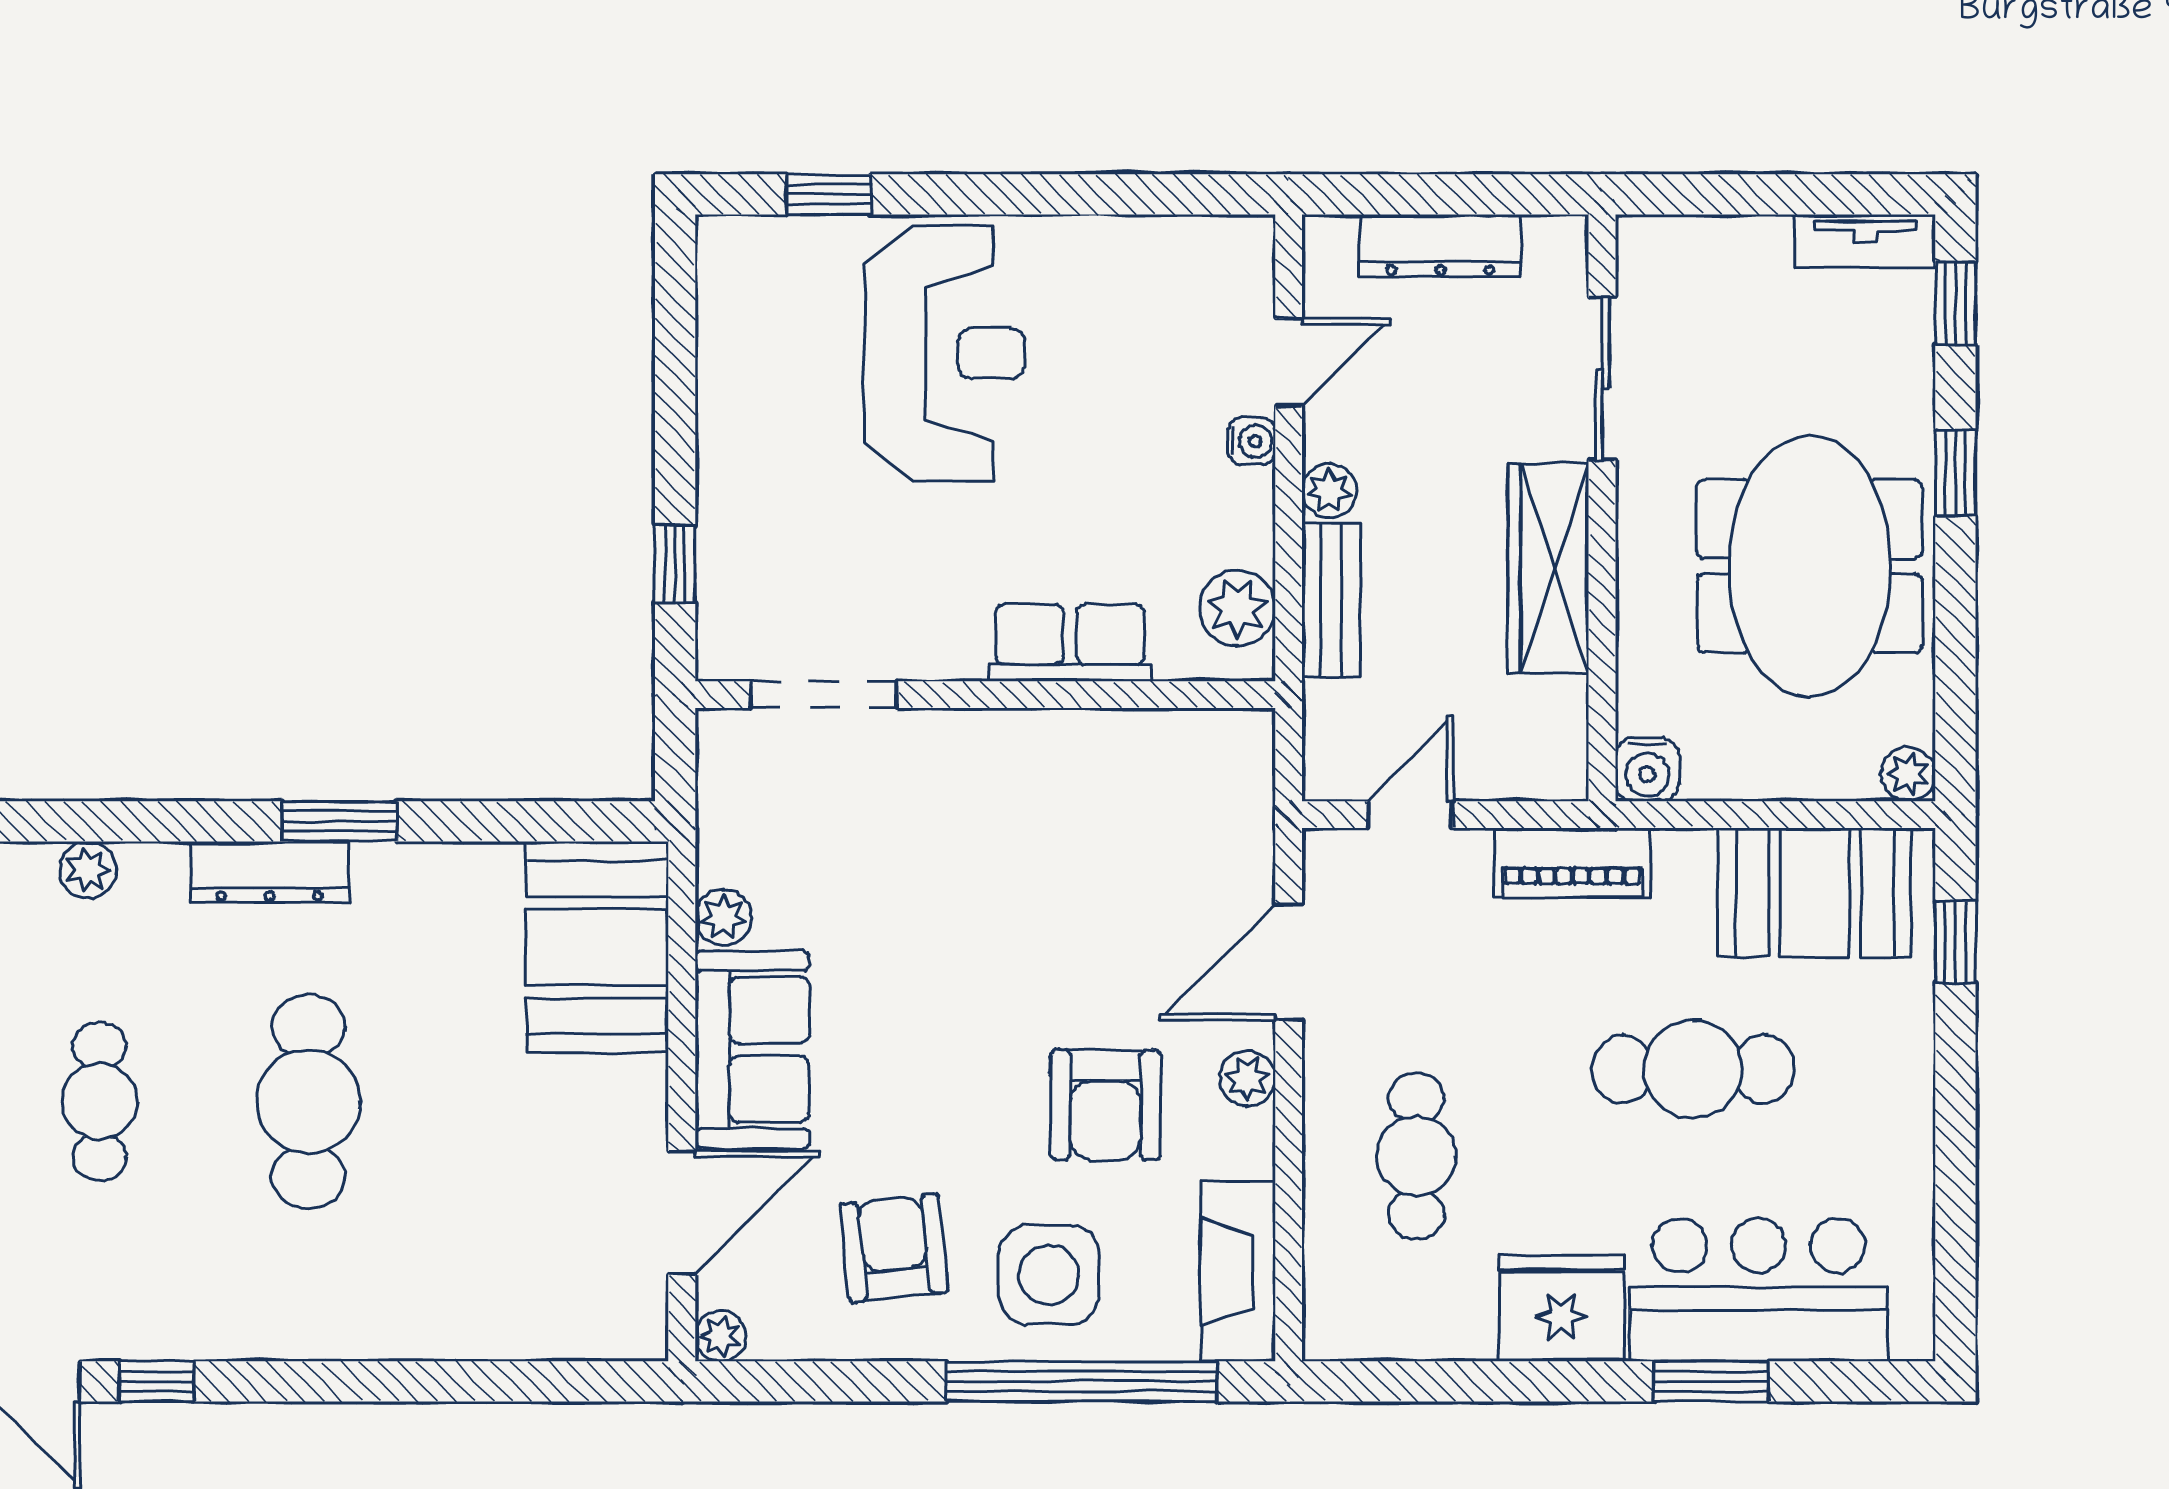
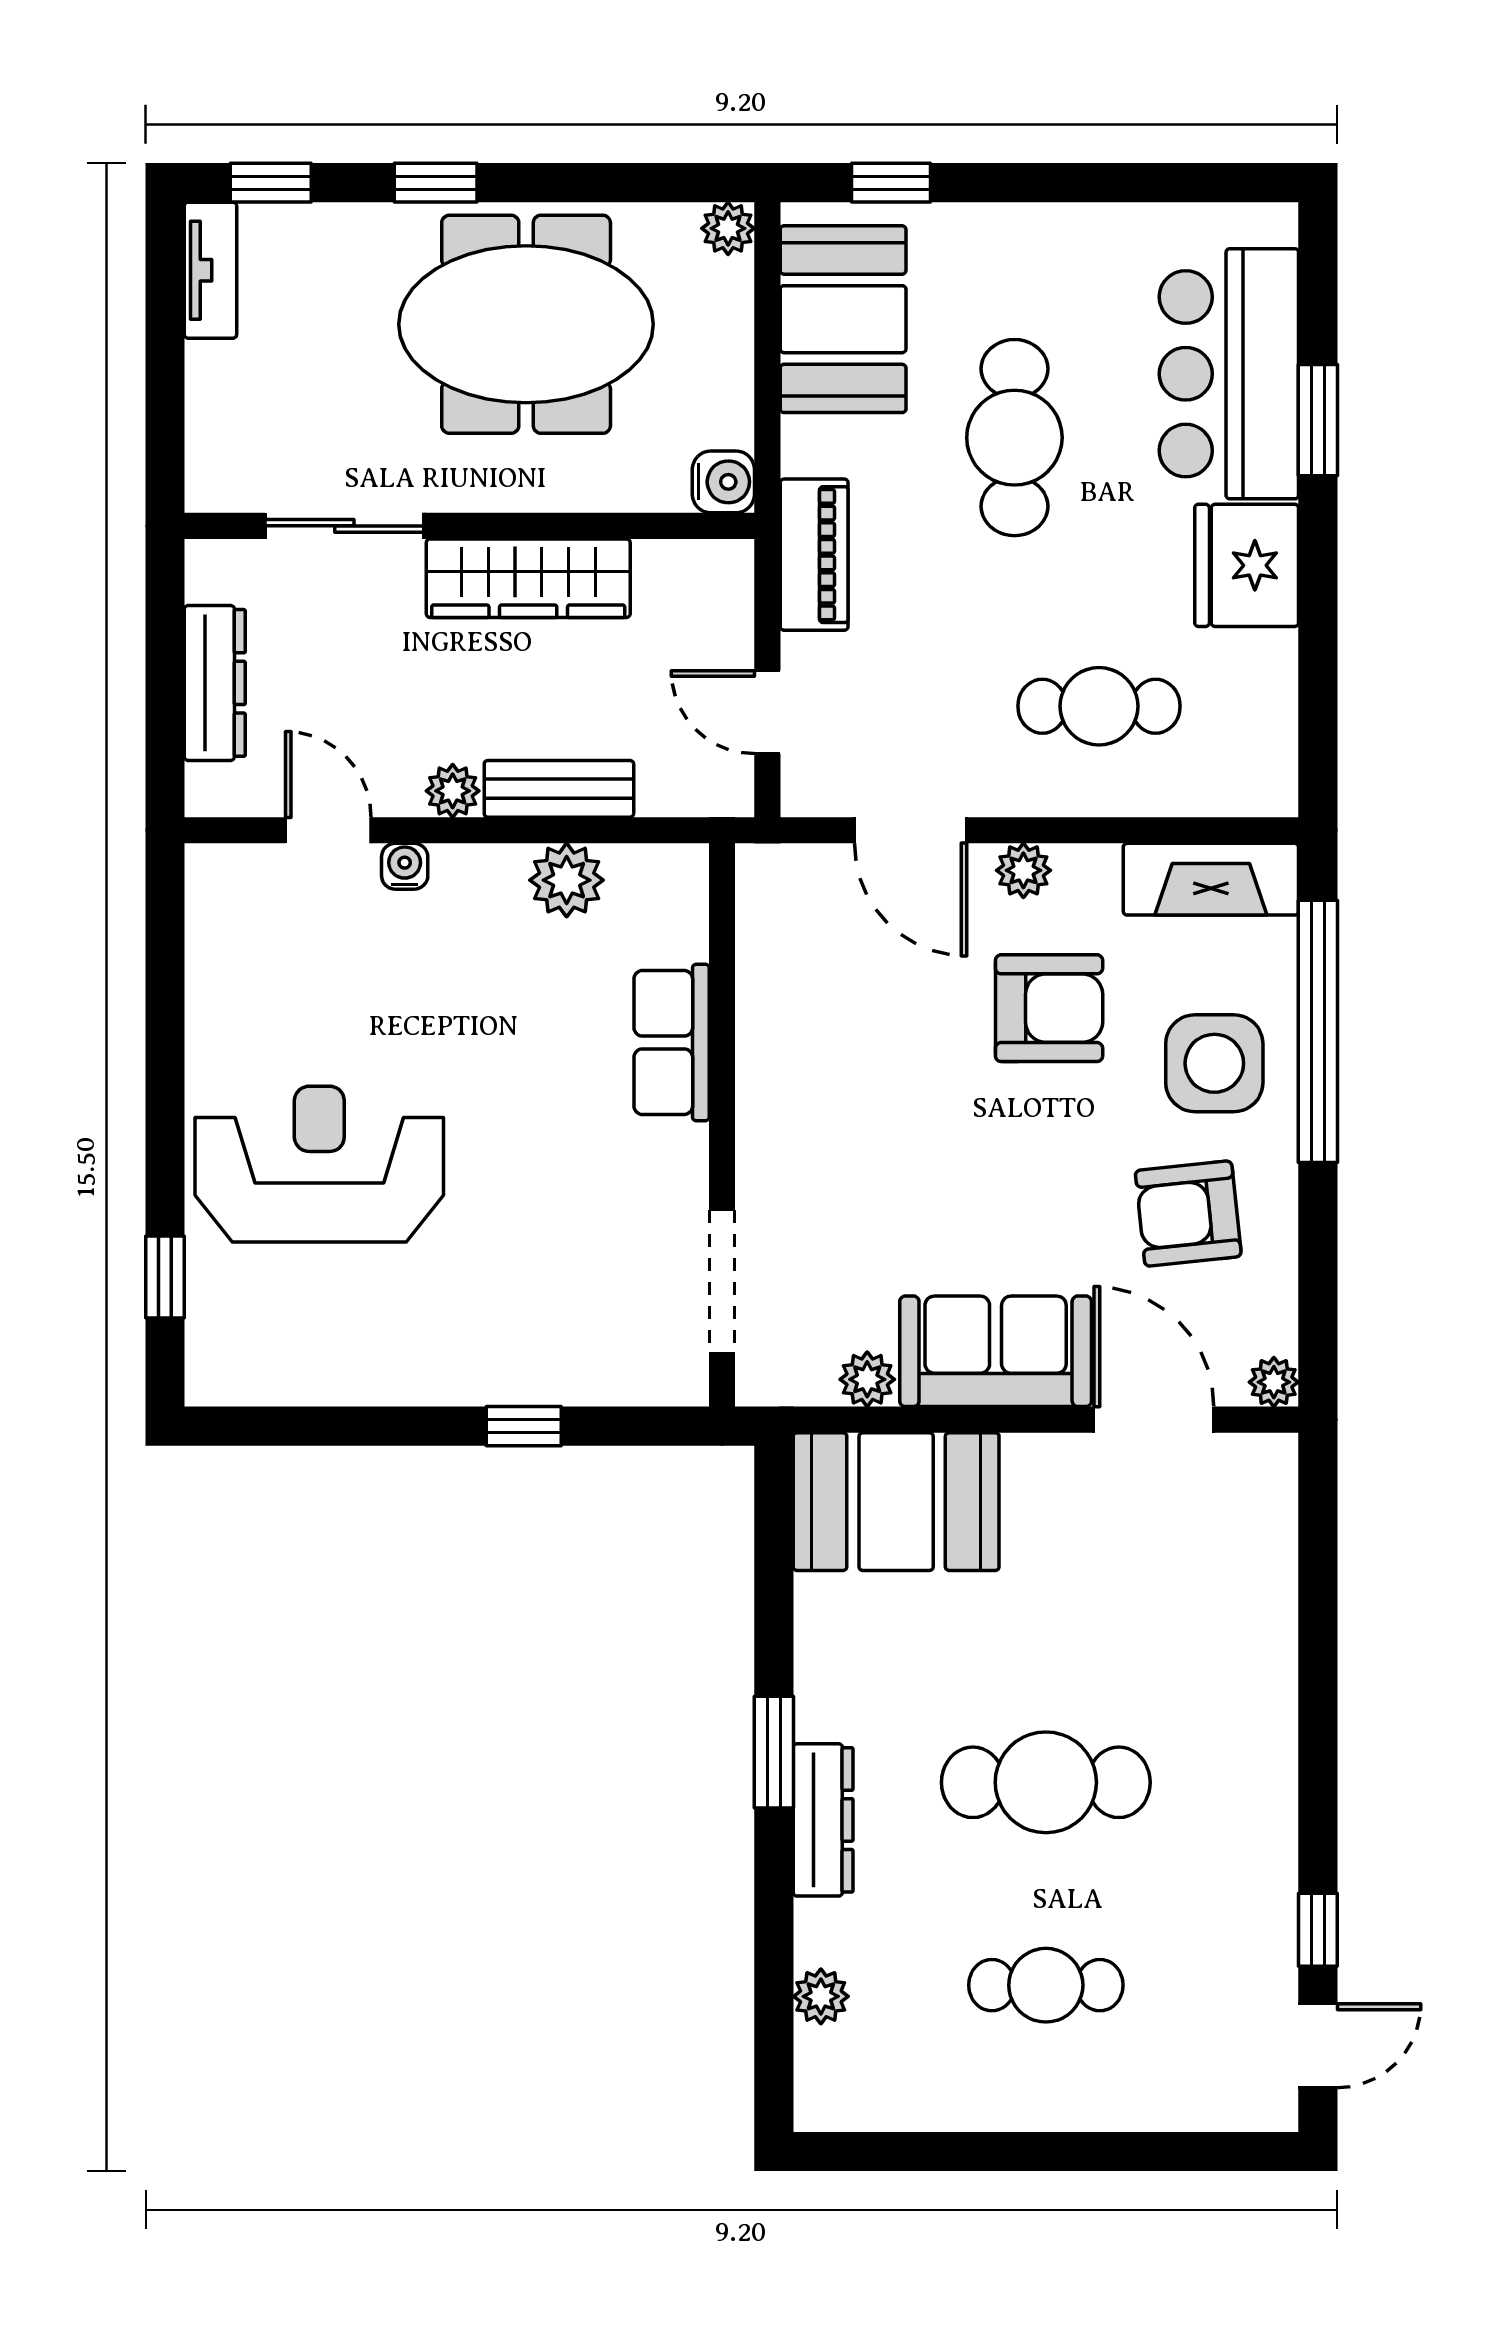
row of seats: (1070, 643) -> (672, 1042), moved
doorway: (824, 695) -> (722, 1281), moved
wall: (985, 695) -> (722, 1125), moved

